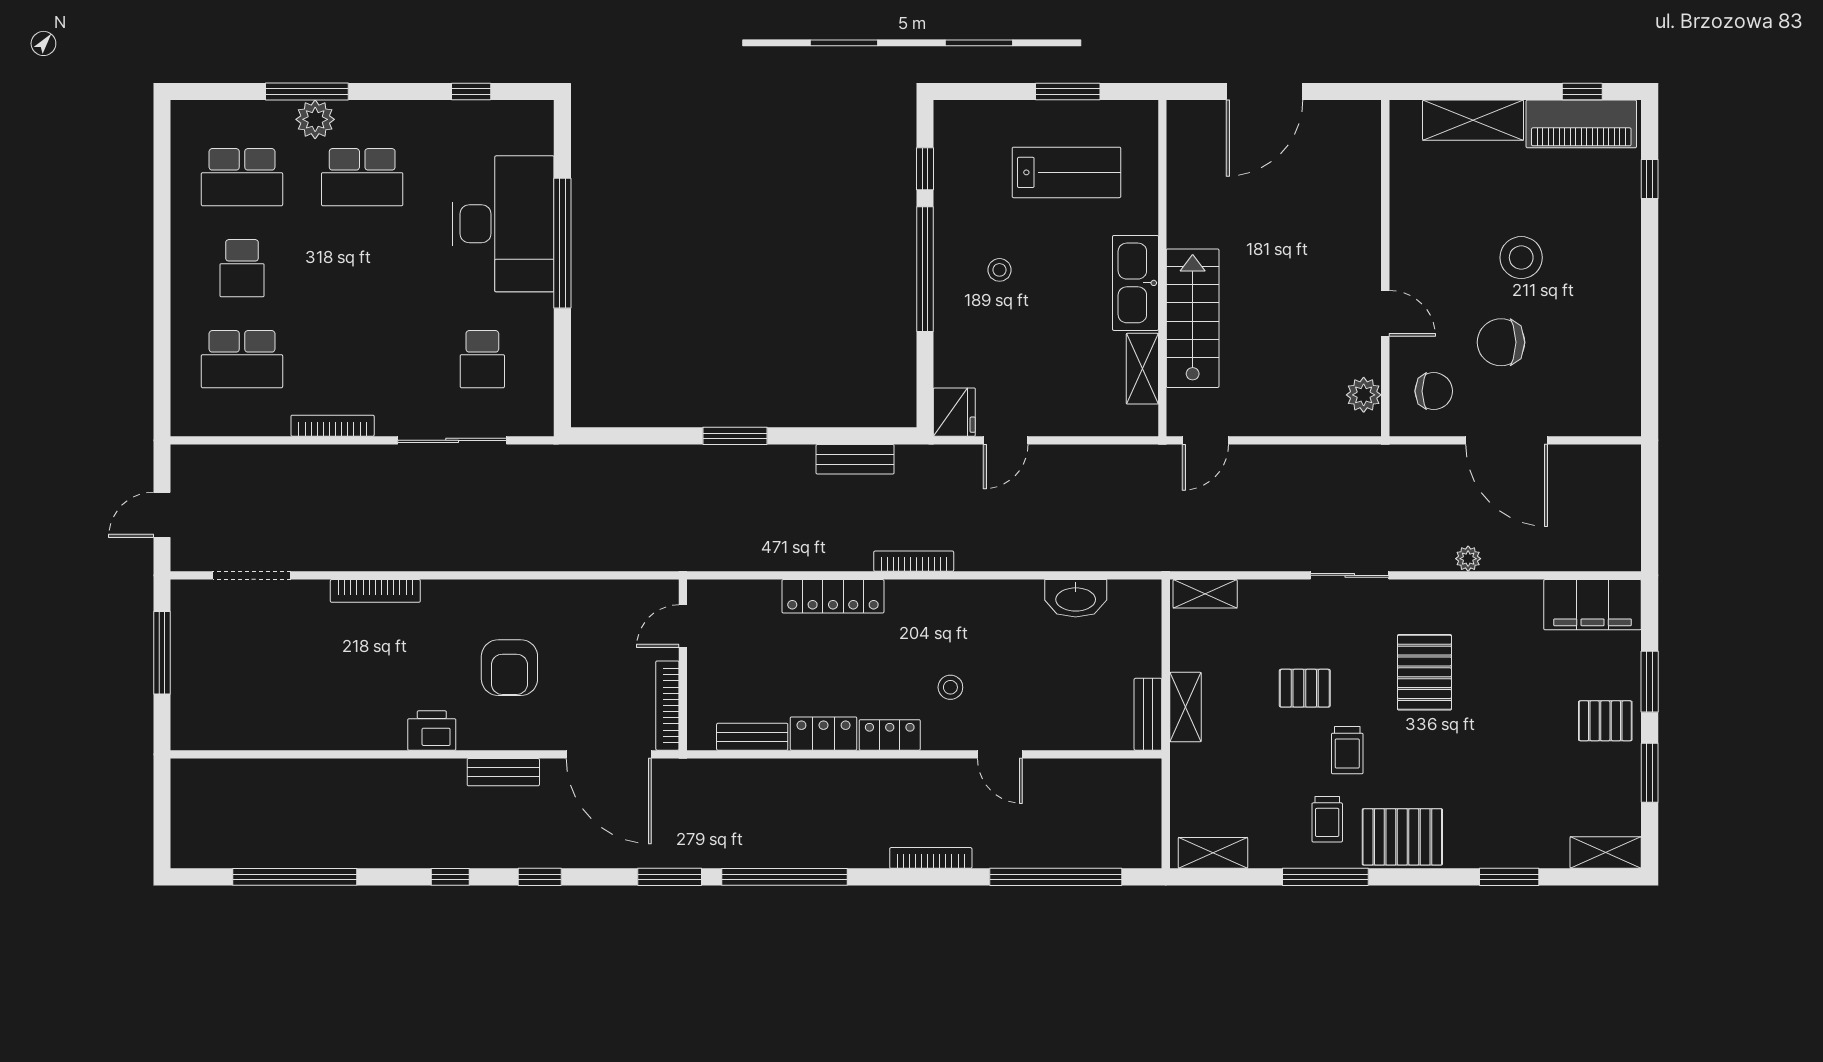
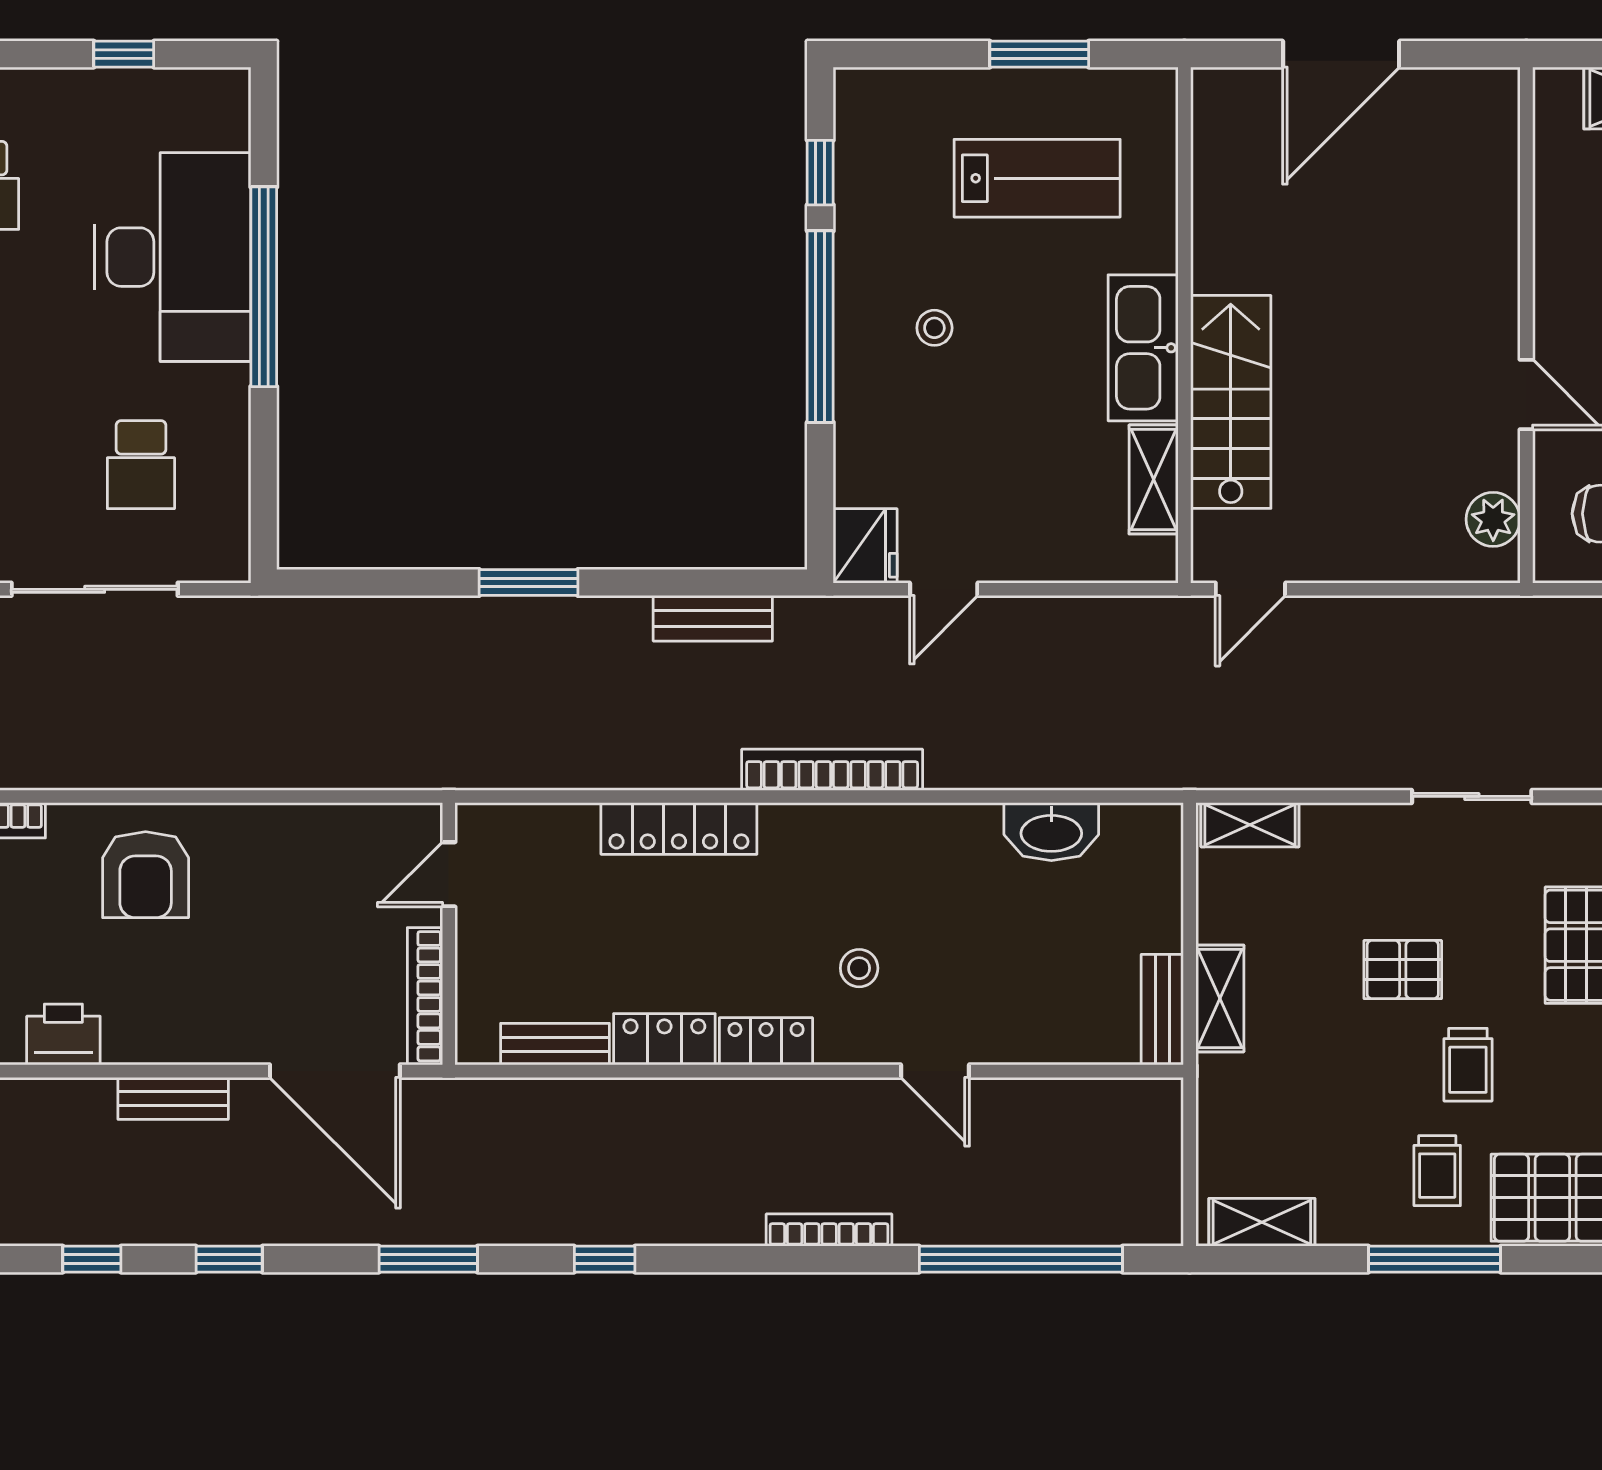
bookcase: (914, 561) -> (832, 770), width x1.48, depth x1.31
armchair: (509, 668) -> (146, 875), moved
window: (785, 877) -> (605, 1259), width x0.32

